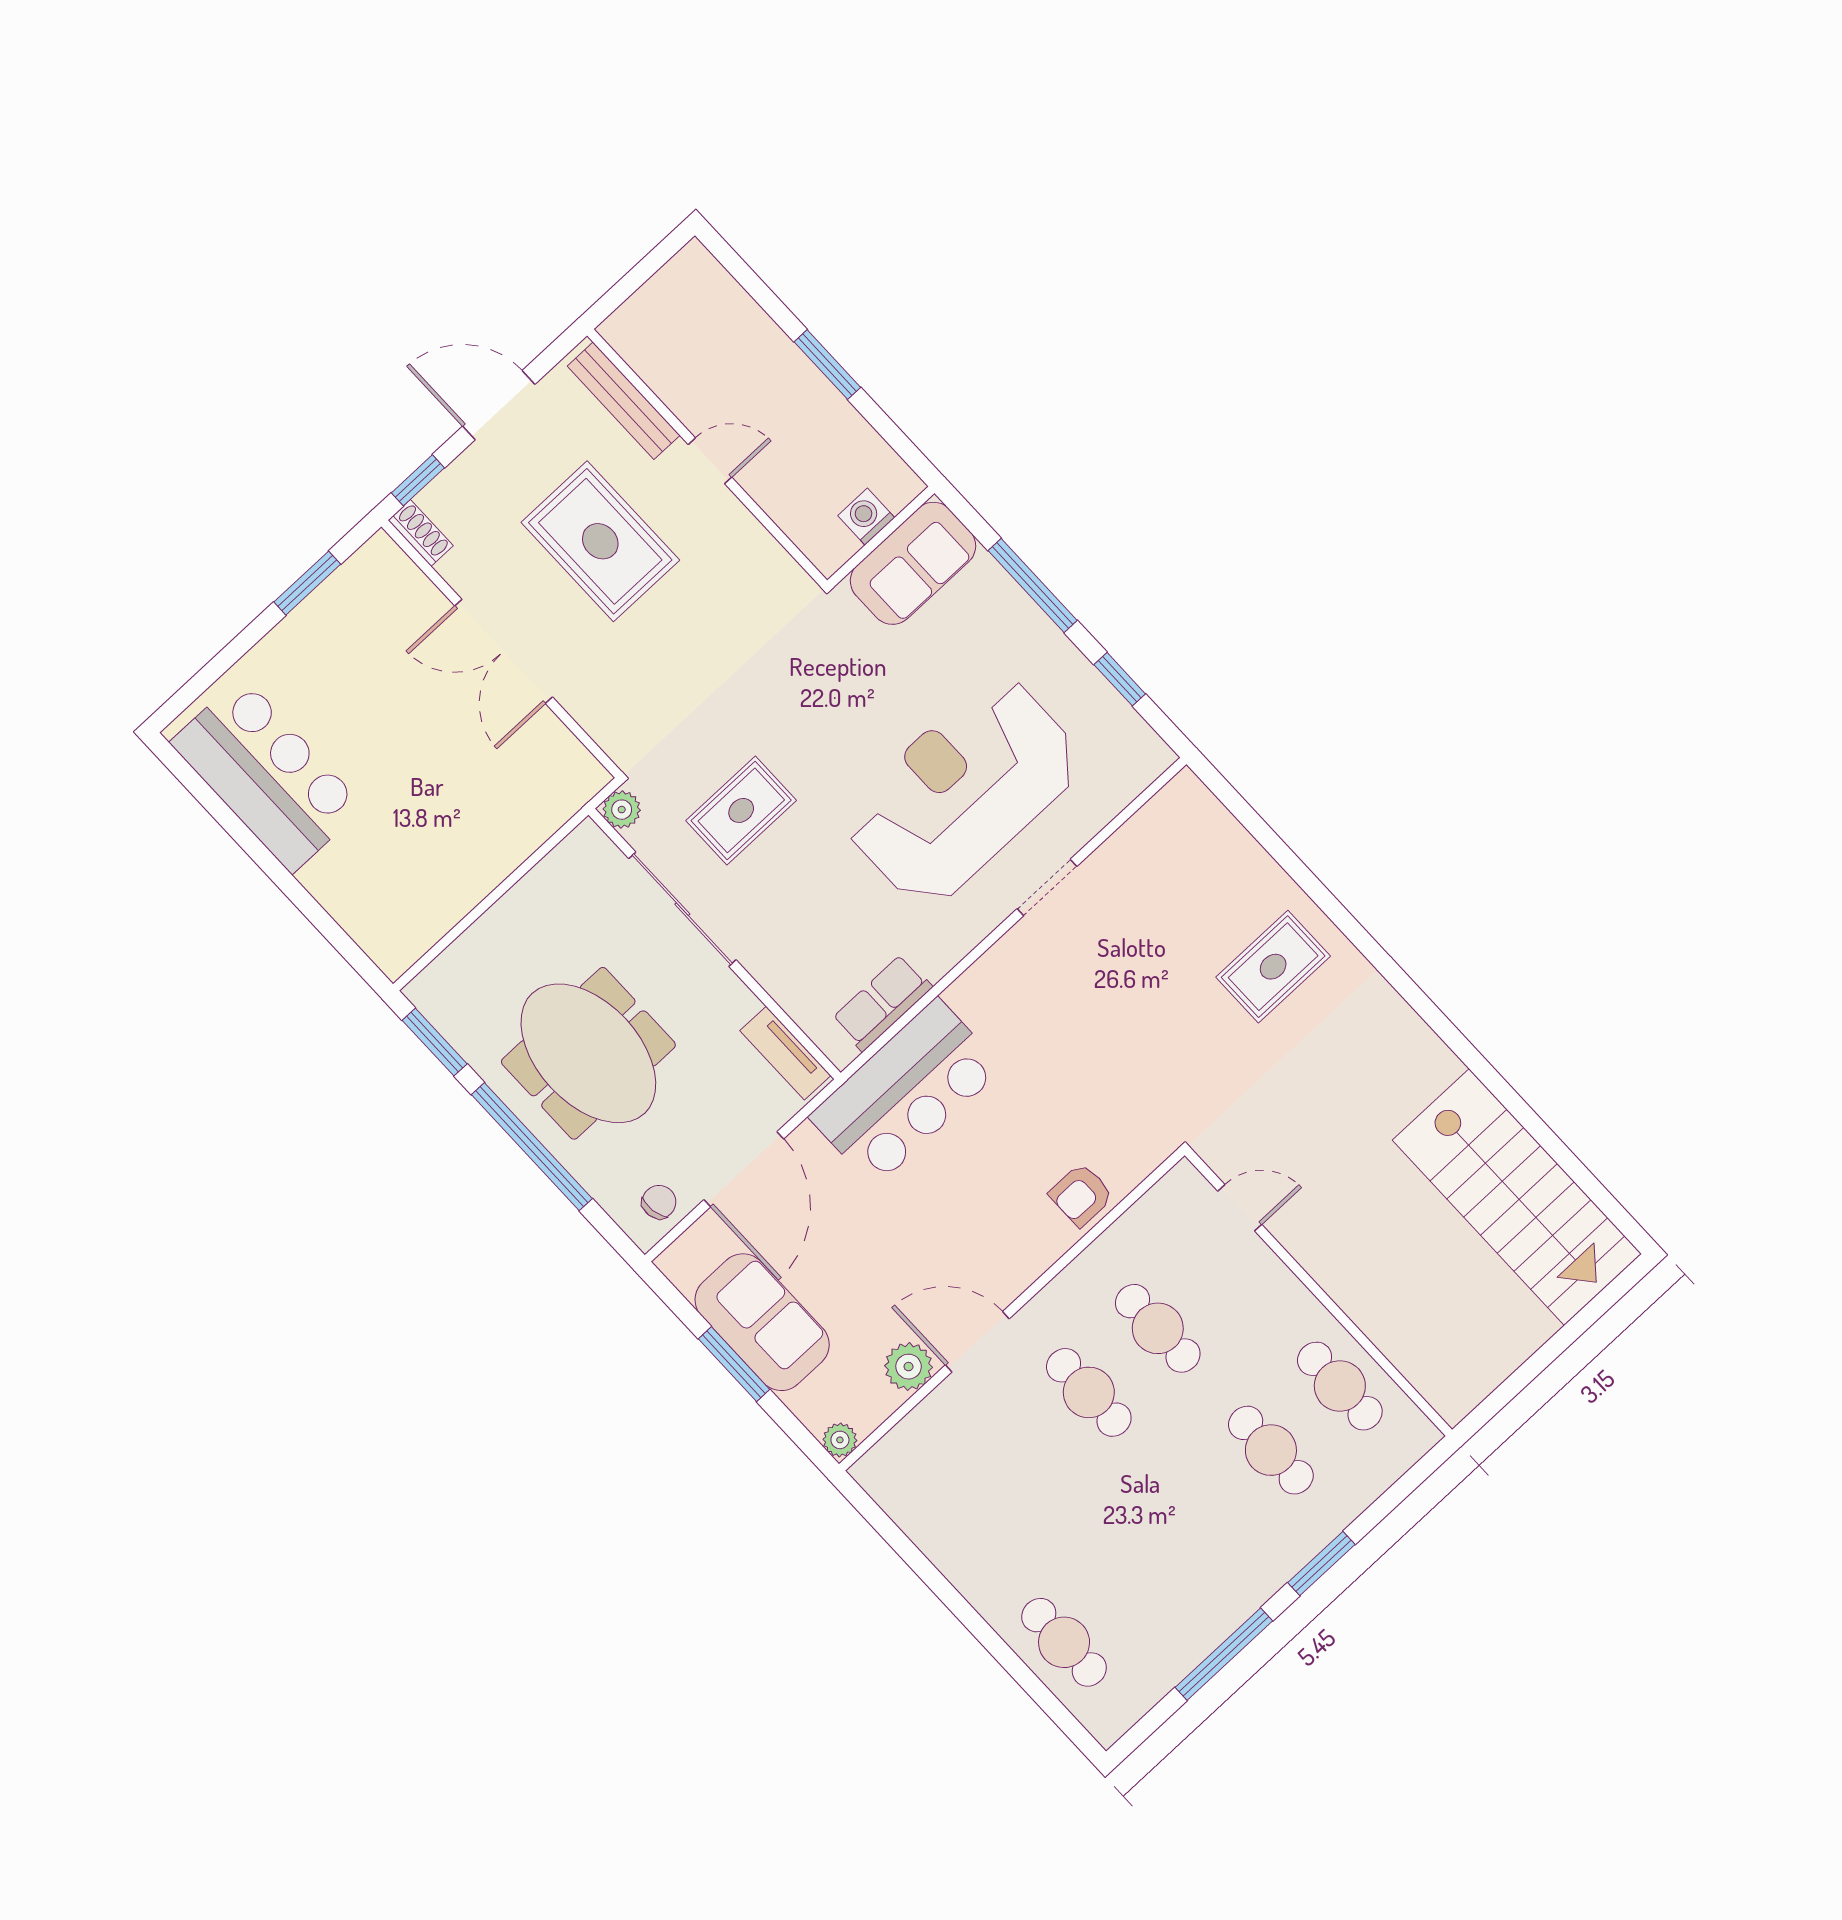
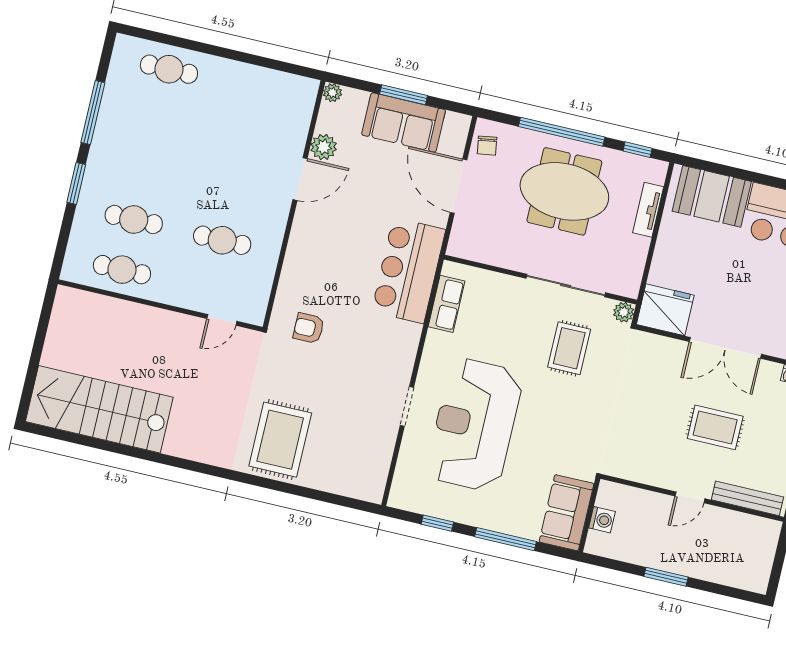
rug: (600, 541) -> (715, 427), width x0.73, depth x0.70
double door: (504, 651) -> (725, 348), swing flipped
fridge: (556, 771) -> (665, 310), added
reception desk: (963, 791) -> (475, 425), turned 180
booth: (370, 896) -> (712, 196), added
rug: (1273, 967) -> (280, 440), width x1.36, depth x1.43
window: (435, 1042) -> (638, 150), width x0.67
tv unit: (785, 1053) -> (648, 210), moved, turned -90
armchair: (1081, 1195) -> (309, 328), moved, turned -90
cafe table: (1089, 1392) -> (234, 190), removed

